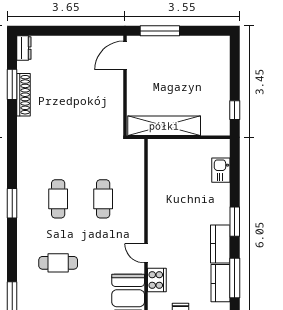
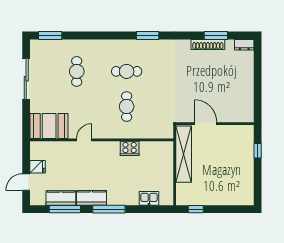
window: (160, 31) -> (258, 151), width x0.46
door: (125, 56) -> (206, 124), moved
cafe table: (103, 199) -> (127, 107), turned 90
window: (12, 203) -> (148, 36), moved
window: (235, 222) -> (109, 209), width x1.44
cooker: (157, 280) -> (130, 148), moved

